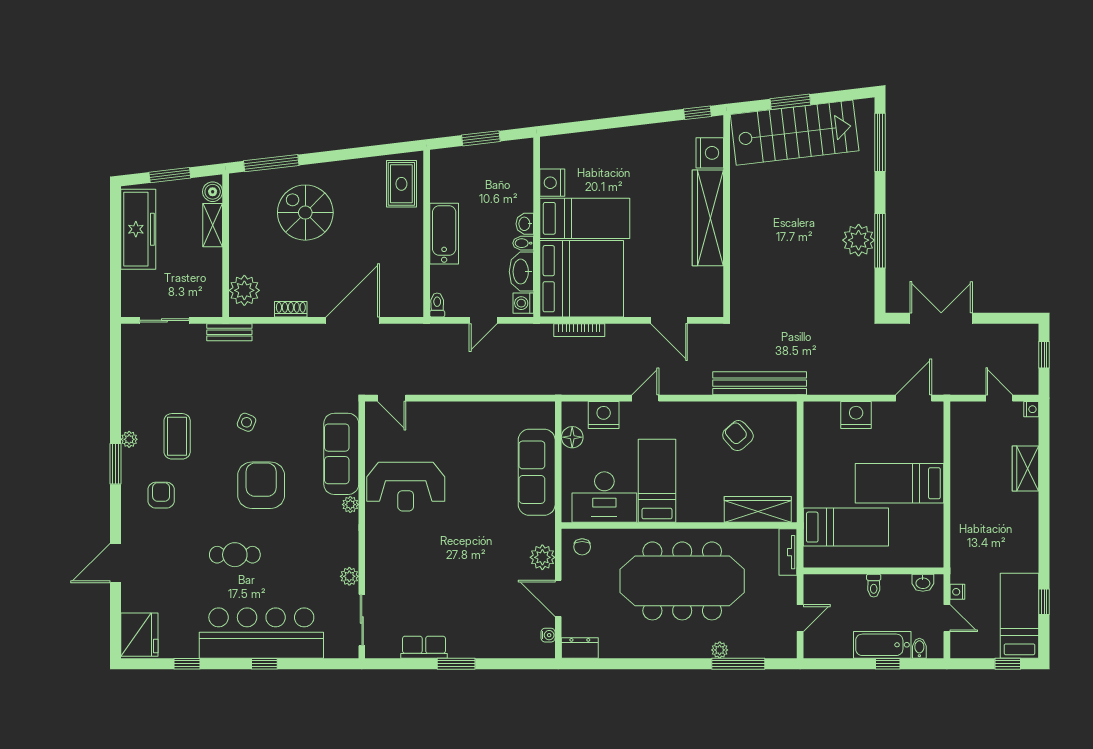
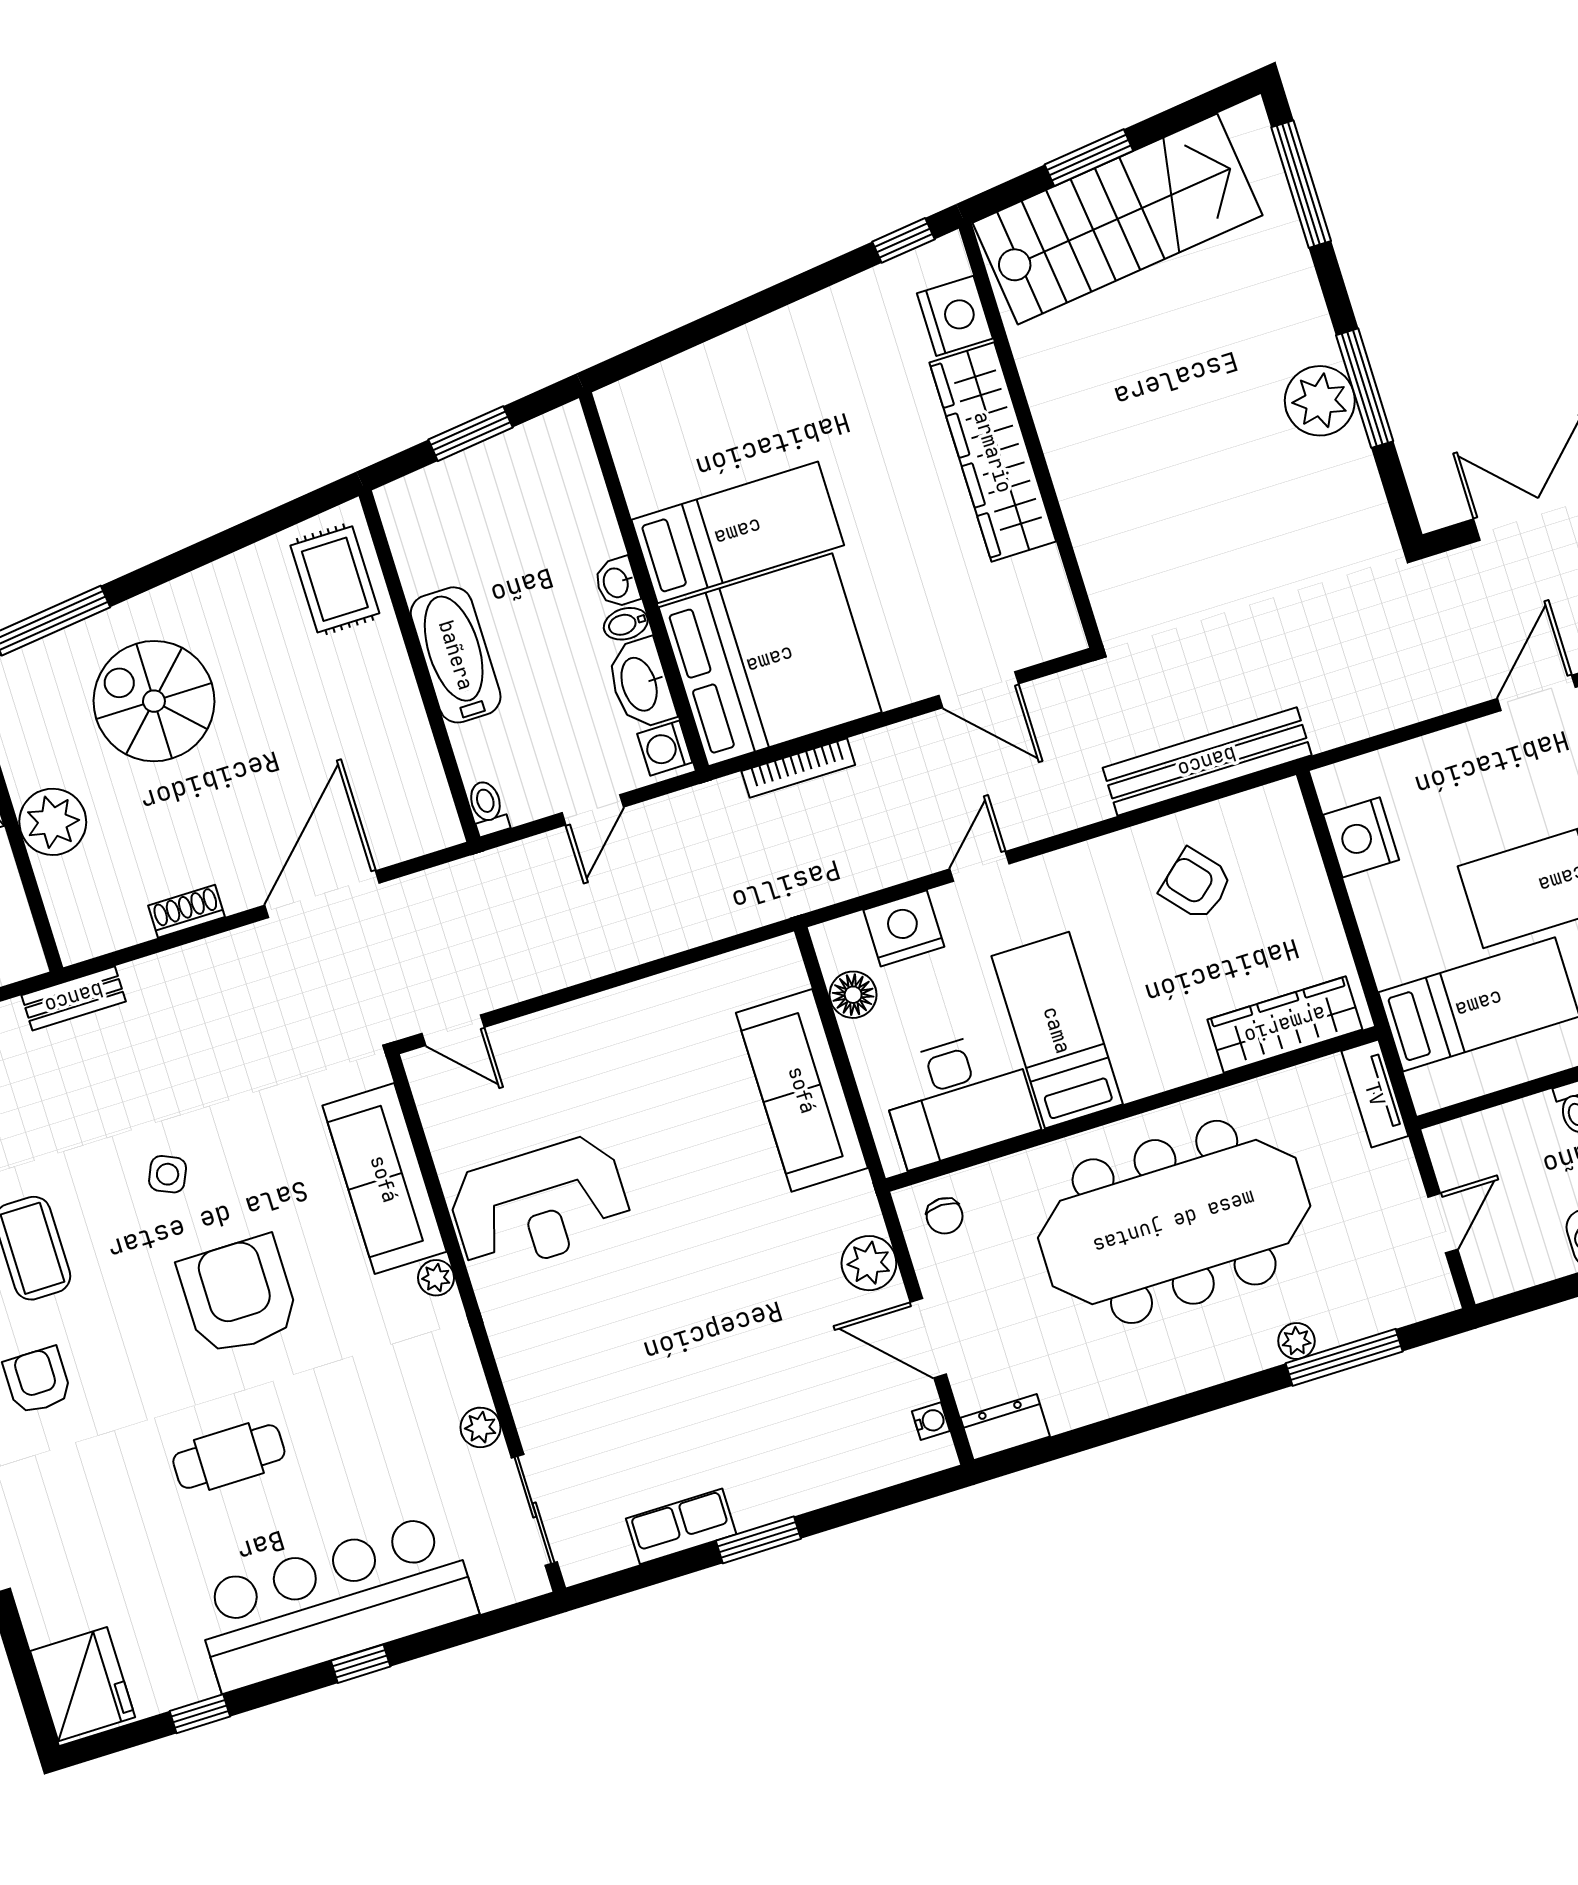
nightstand: (552, 183) -> (647, 480), removed
plant: (244, 290) -> (53, 822), moved
nightstand: (856, 415) -> (1361, 837), moved, turned -90

